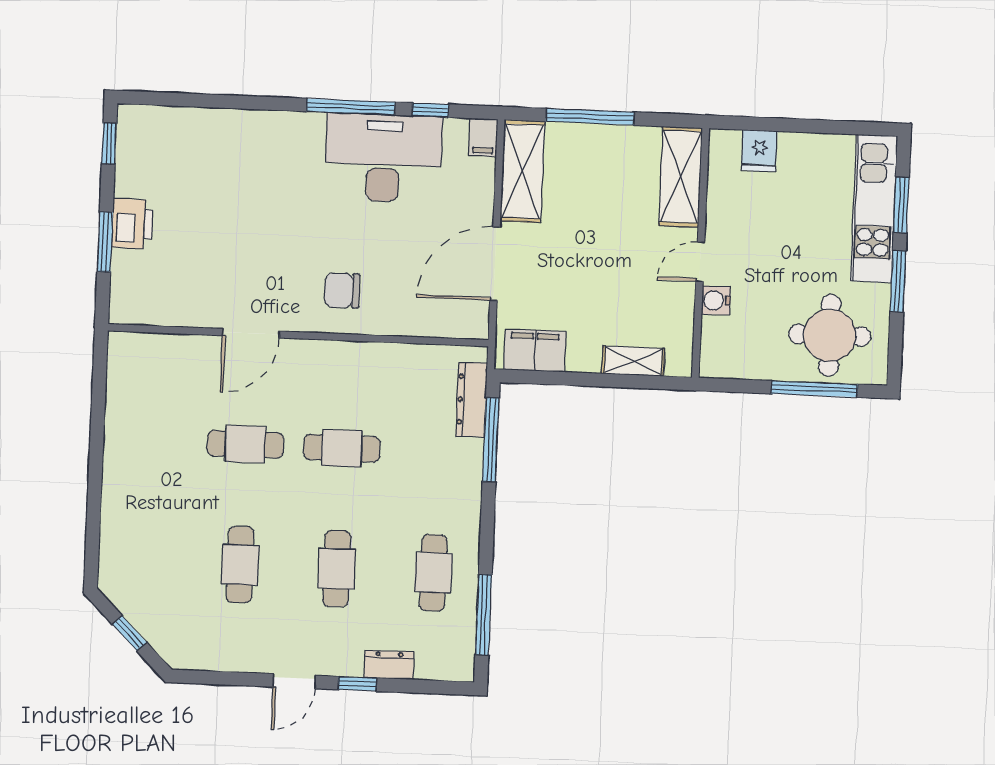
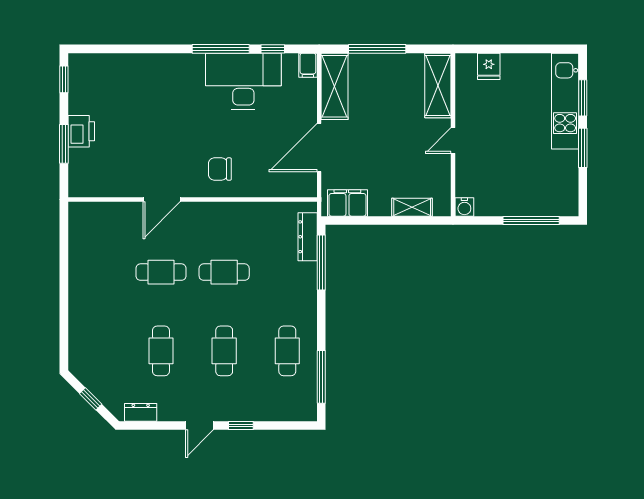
water cooler: (716, 300) -> (464, 207), moved, turned -90
round table: (830, 335) -> (540, 185), removed
dresser: (389, 665) -> (141, 412), moved

